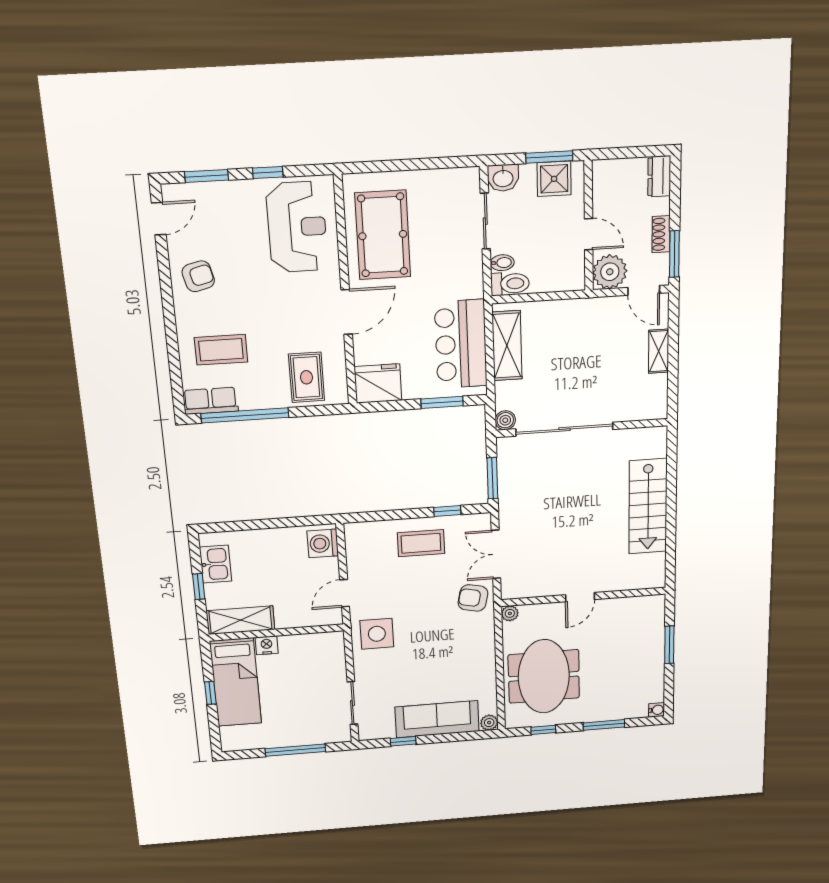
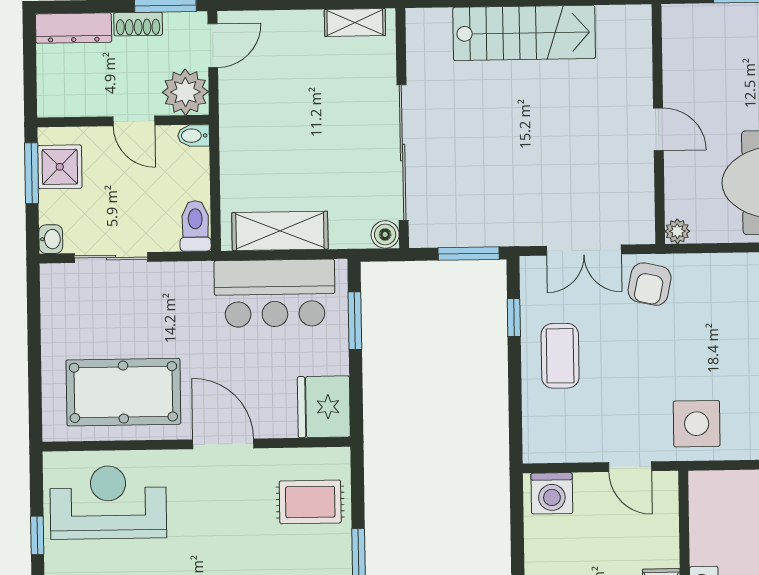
dresser: (659, 176) -> (74, 28), width x1.44
washbasin: (503, 178) -> (51, 239), width x0.72, depth x0.69
door: (589, 234) -> (134, 121), swing flipped
bidet: (502, 263) -> (194, 136), moved, turned -90
shelving: (659, 351) -> (355, 22), moved

